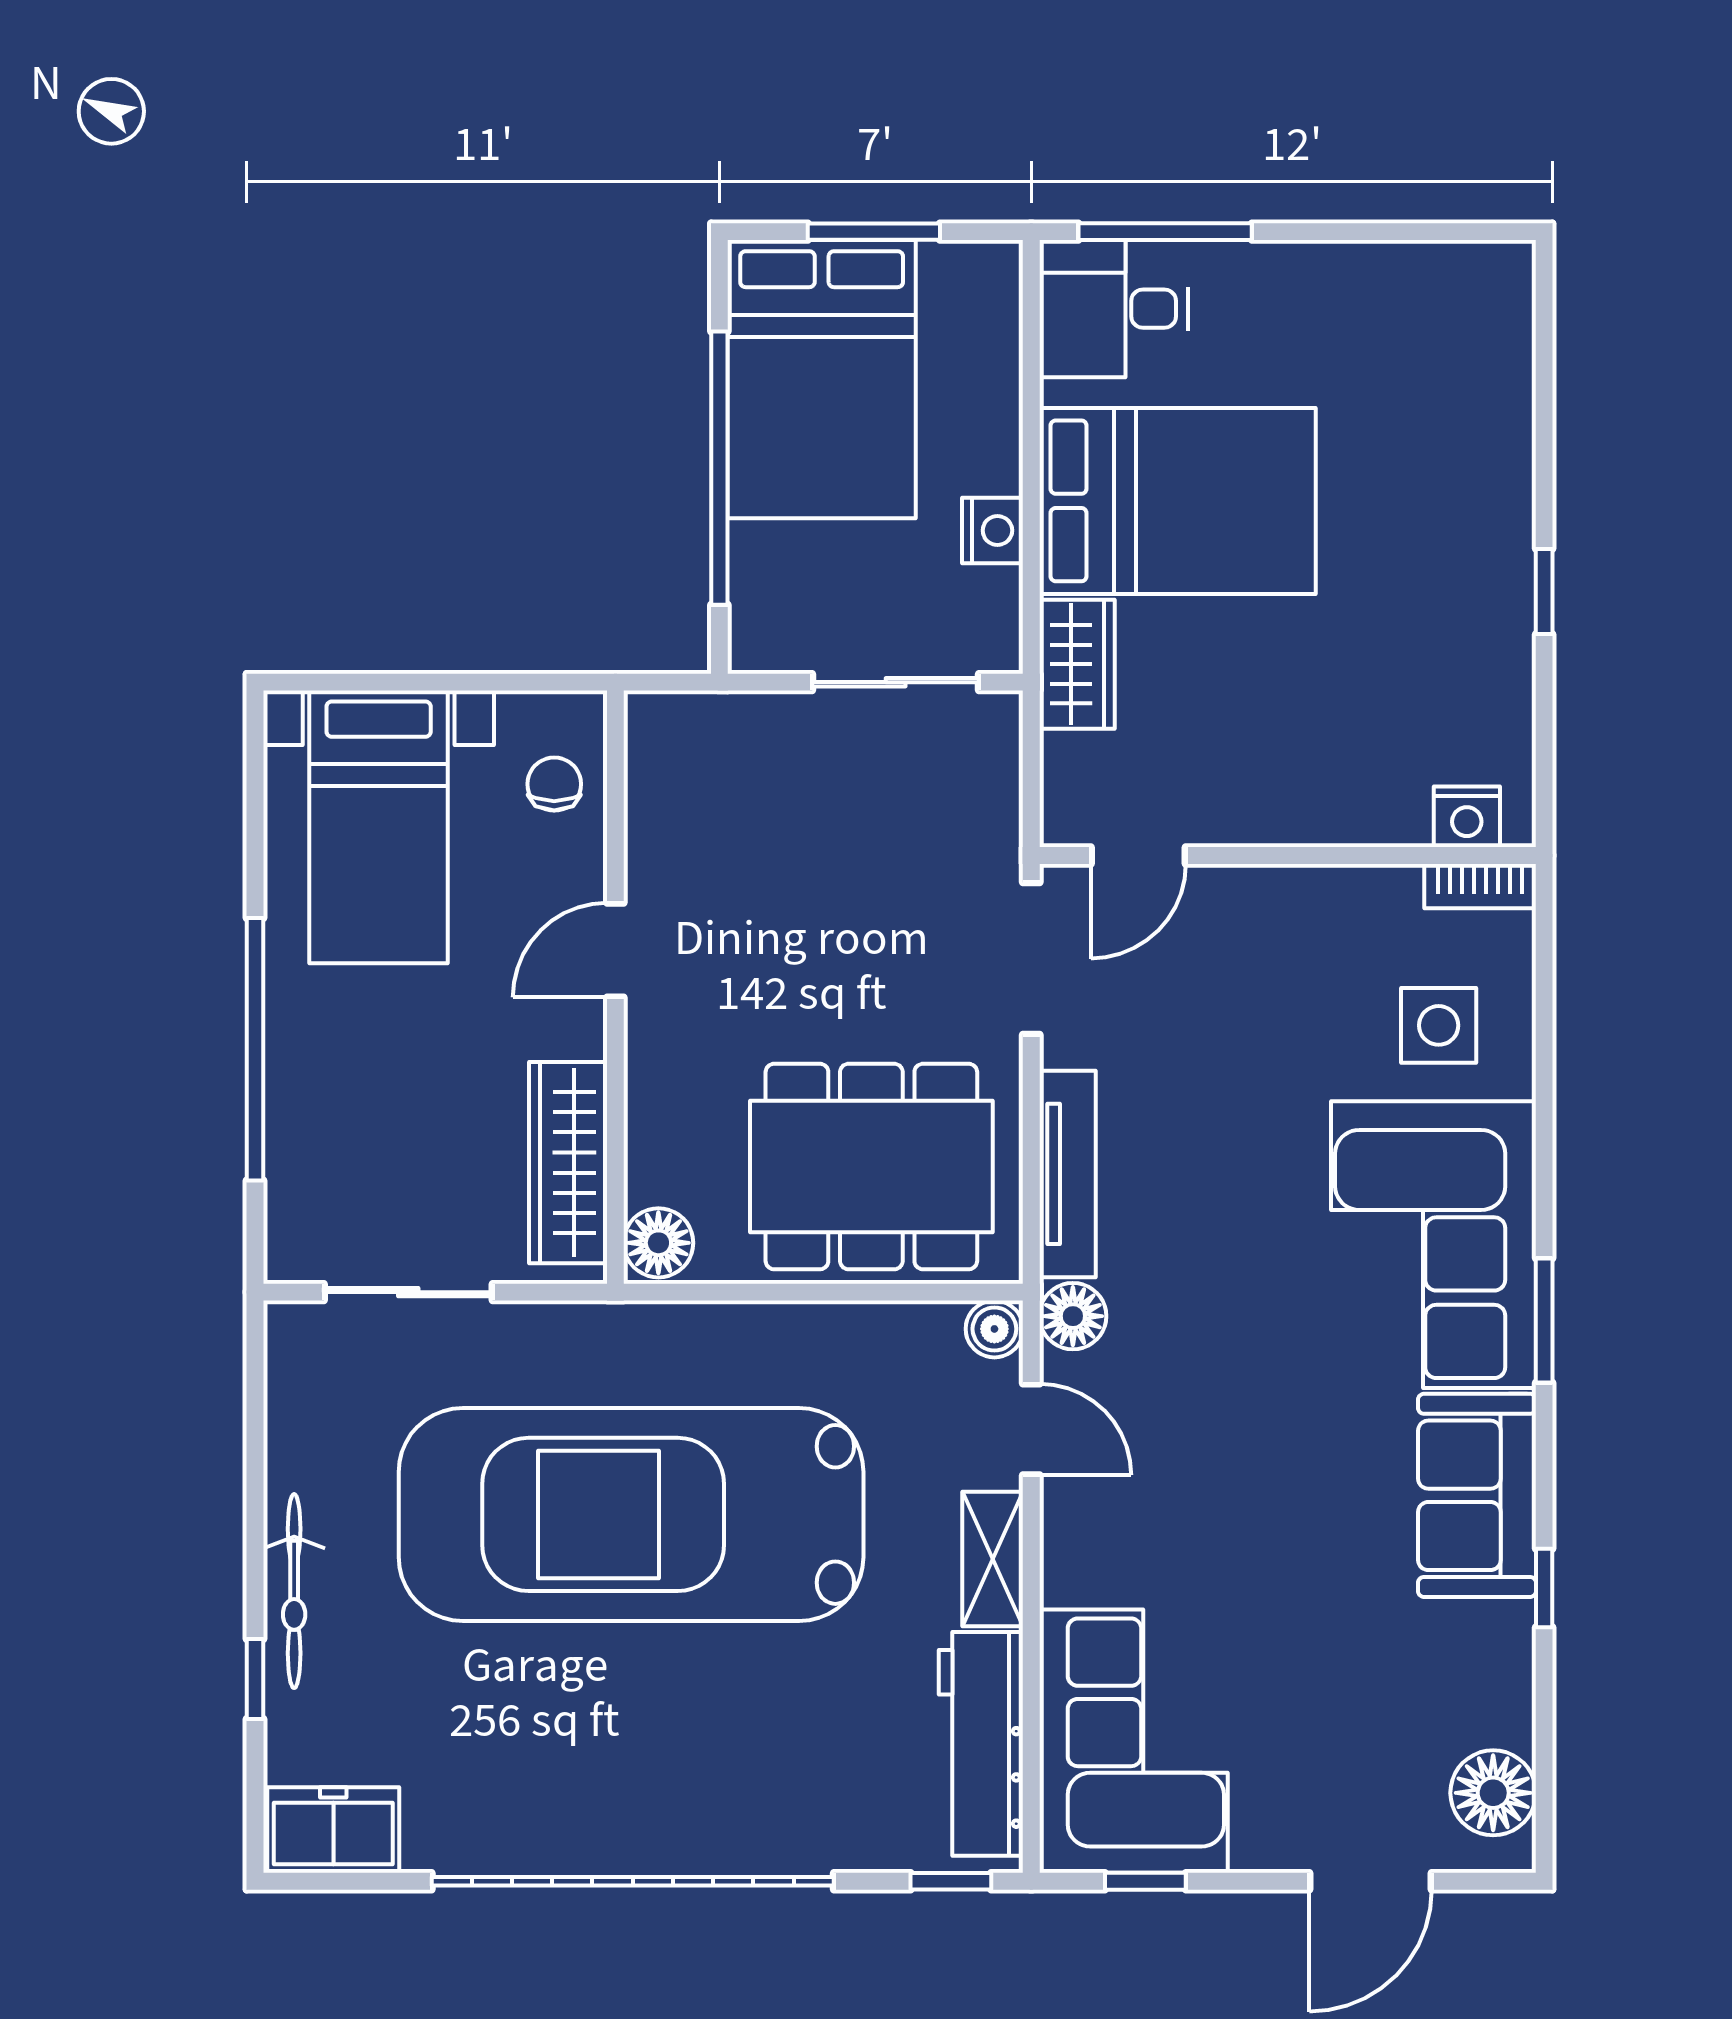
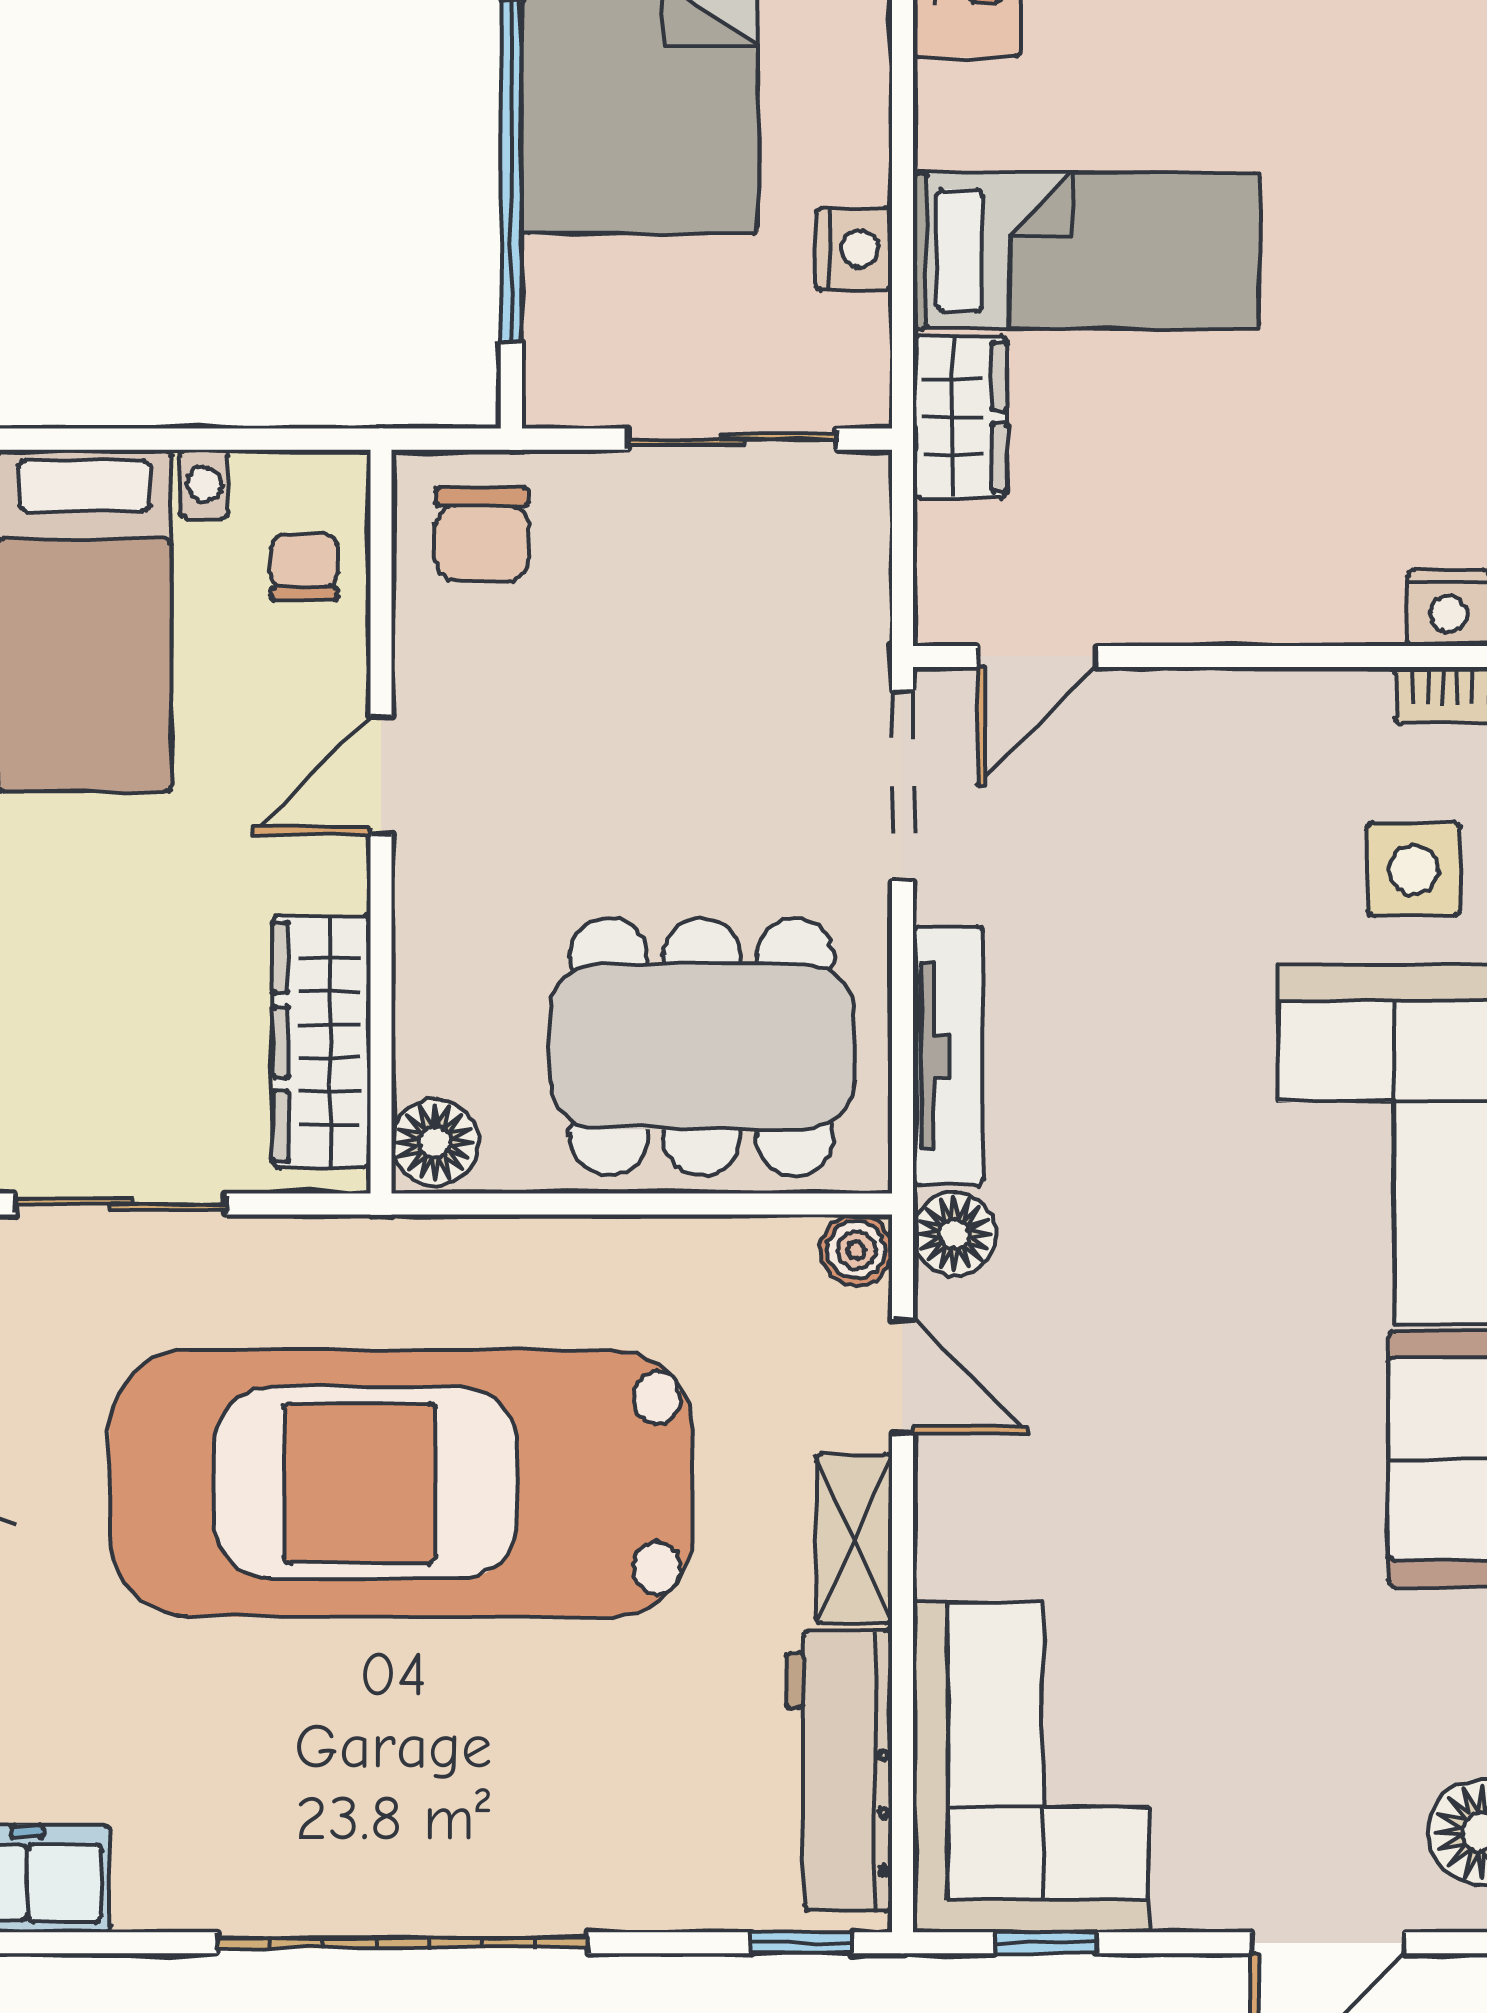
bed: (1178, 501) -> (1086, 251), width x0.67
chair: (696, 758) -> (482, 534), added
garage door: (633, 1881) -> (403, 1943), width x0.73

